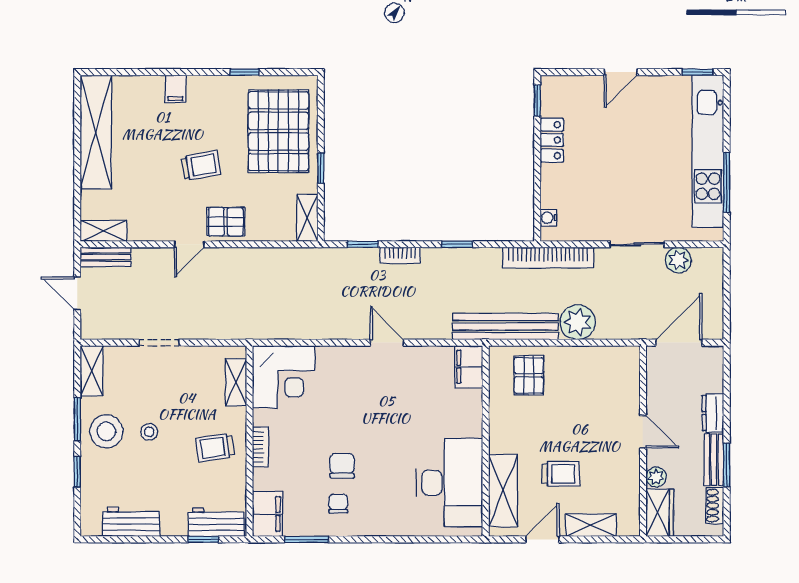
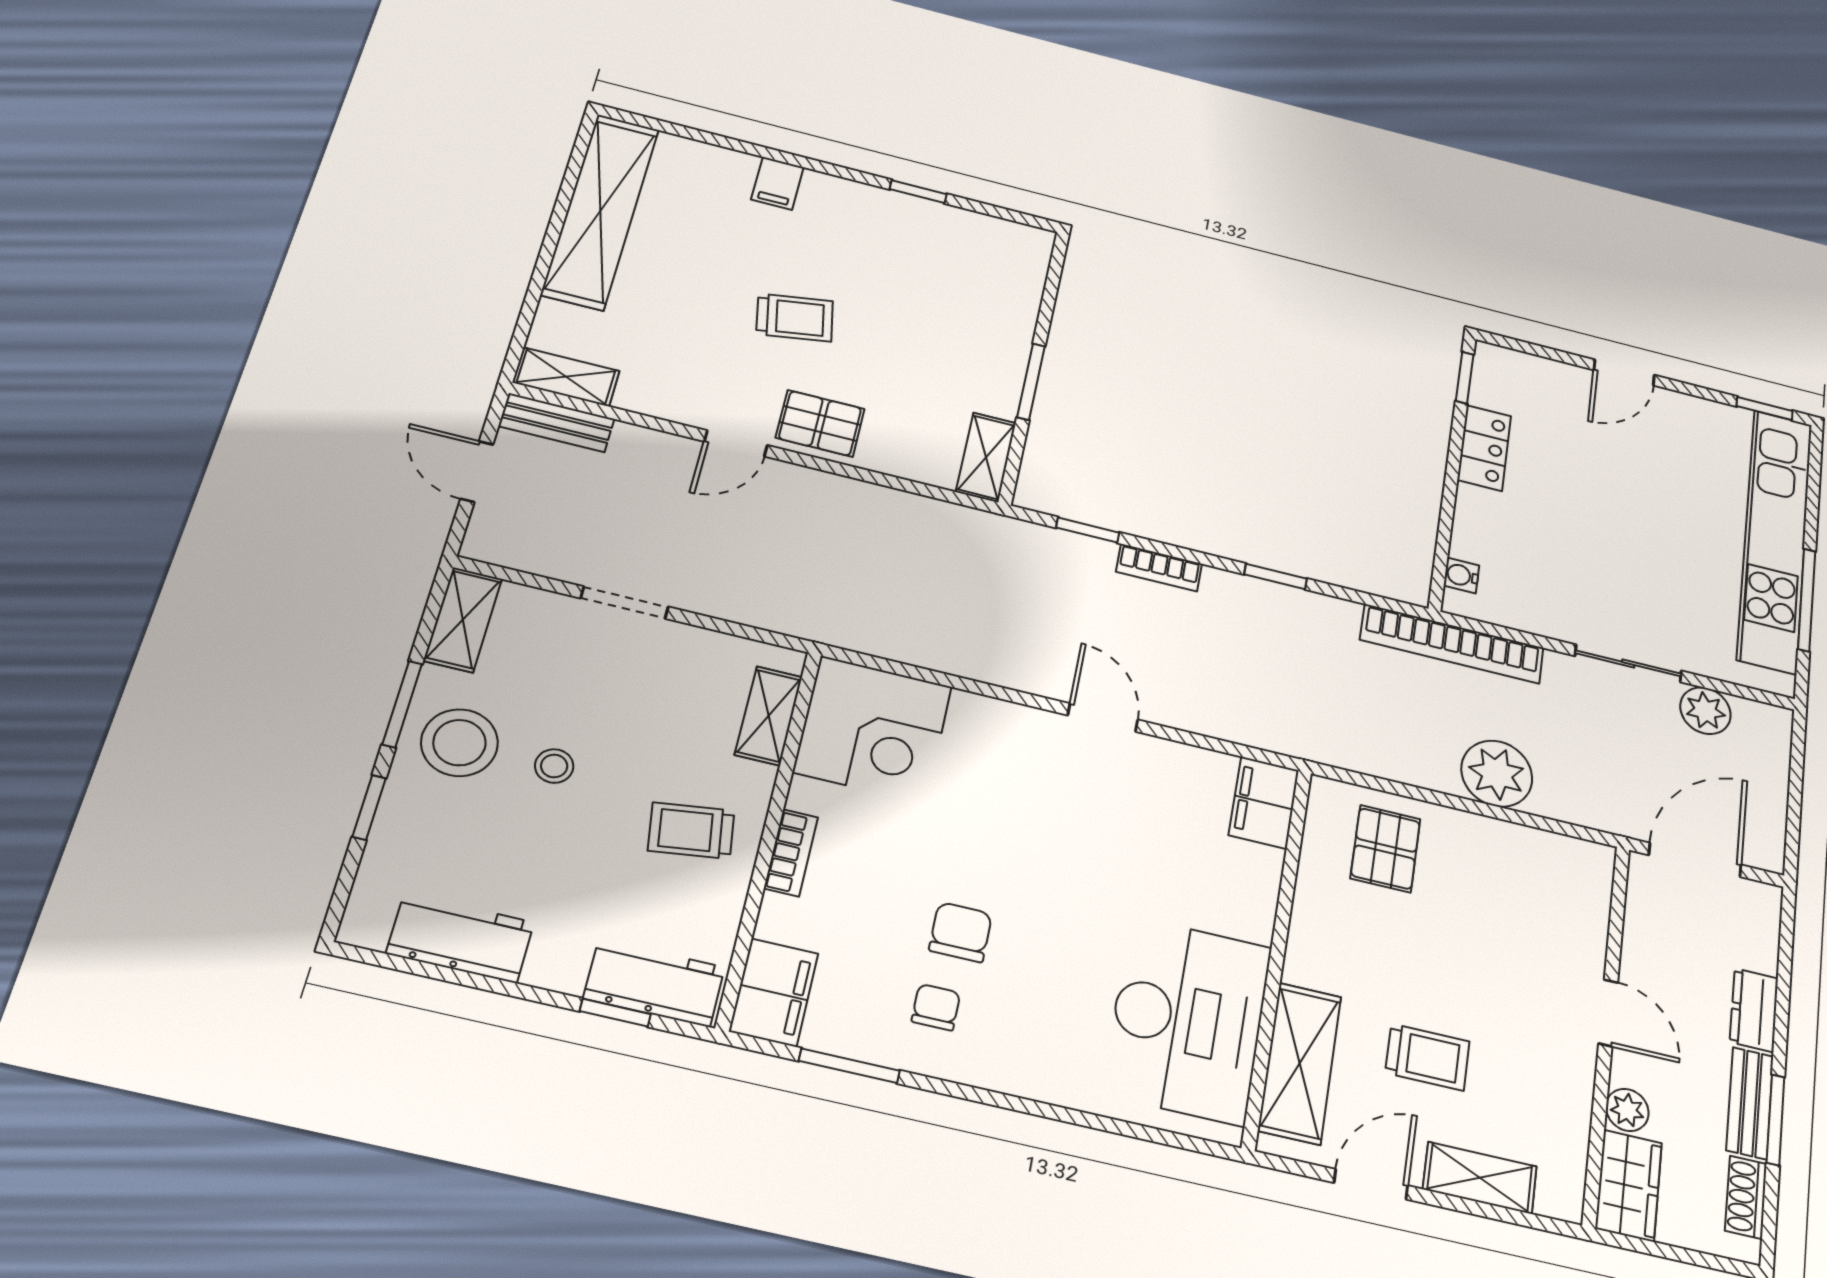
pallet: (278, 131) -> (961, 301), removed
window: (321, 168) -> (1031, 382), width x1.50
bench: (505, 327) -> (1350, 746), removed

